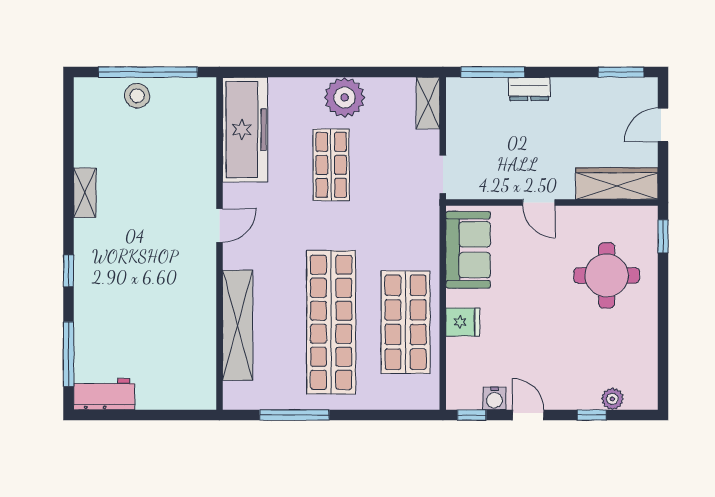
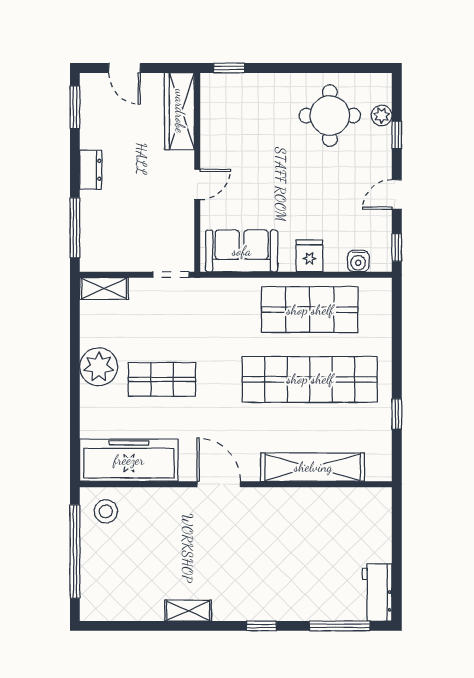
dresser: (529, 89) -> (91, 170), moved
stool: (137, 96) -> (106, 511), moved
door: (219, 225) -> (219, 484), width x1.38
round table: (607, 275) -> (330, 116), moved
water cooler: (494, 398) -> (358, 261), moved, turned 90
window: (294, 415) -> (397, 414), width x0.46

